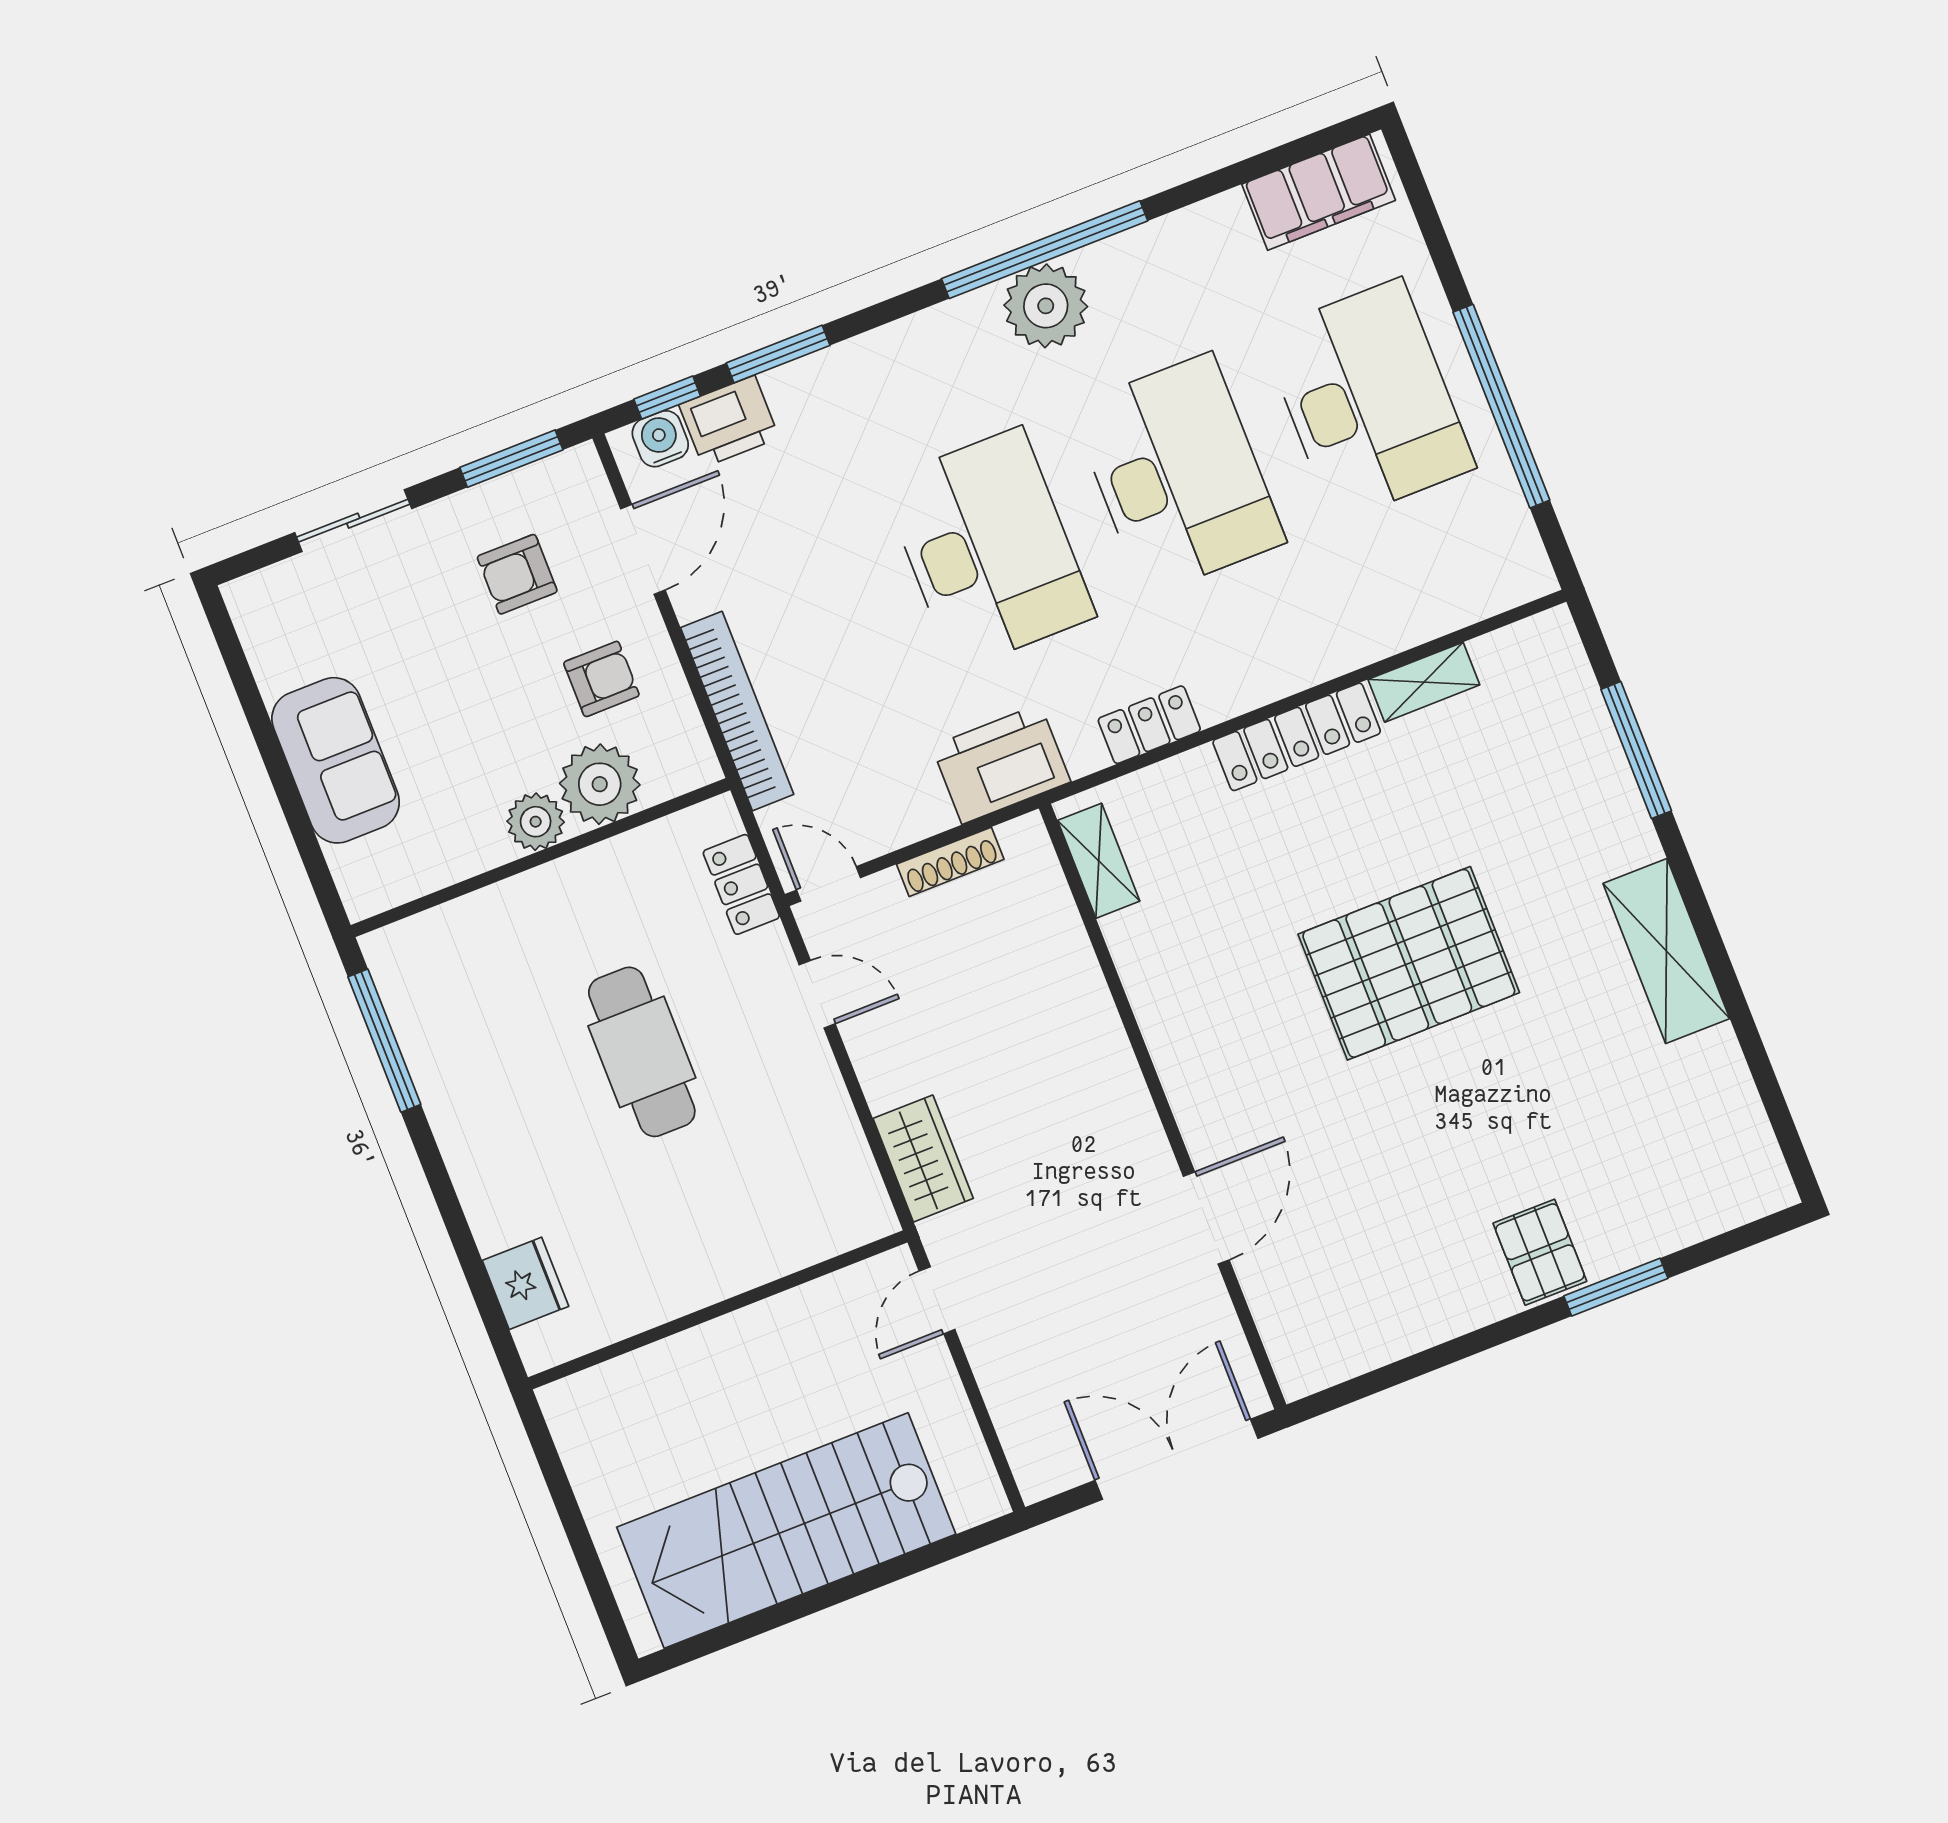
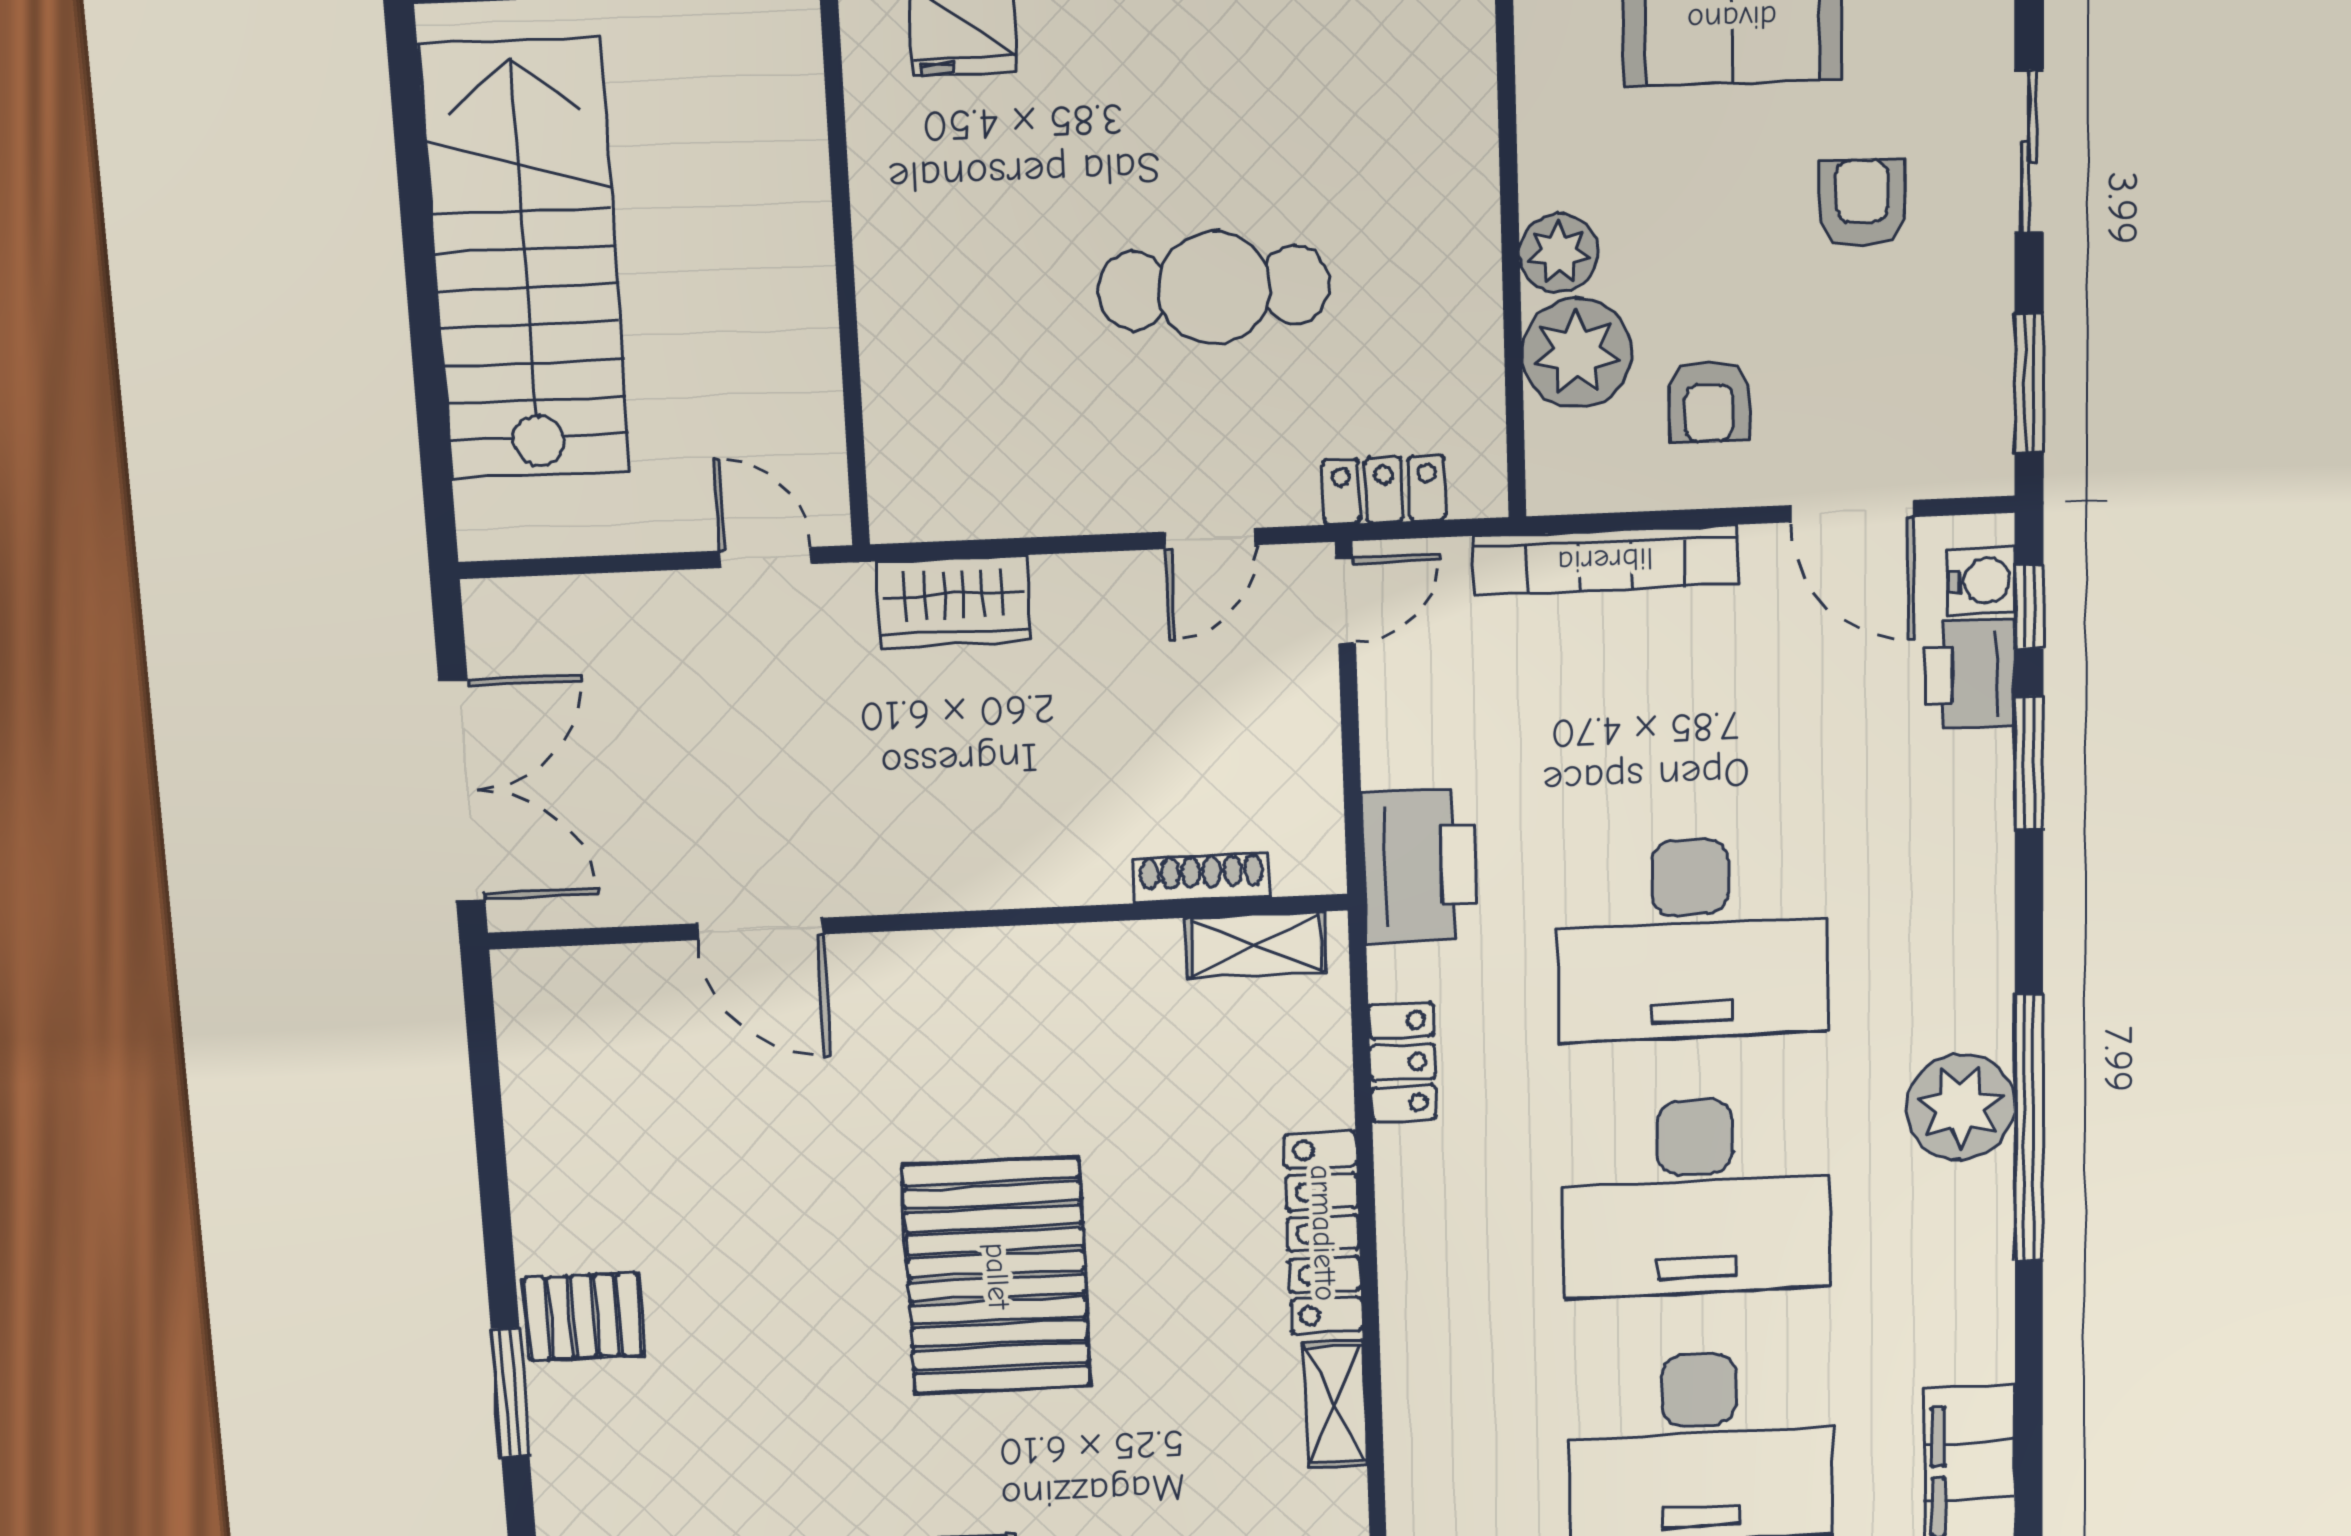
armchair: (517, 574) -> (1863, 203), moved
shoe rack: (950, 862) -> (1202, 878), moved, turned 90

